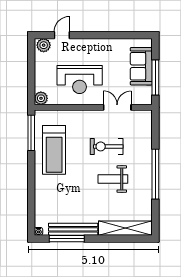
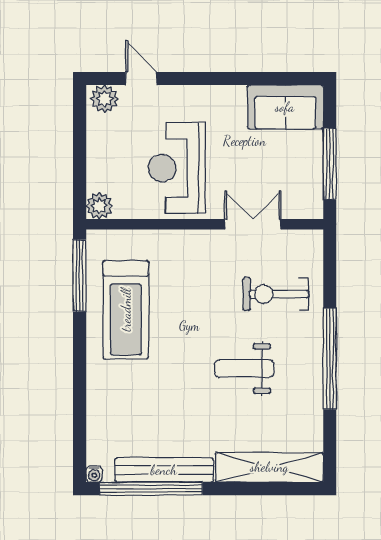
door: (62, 35) -> (141, 78), hinge flipped
sofa: (141, 66) -> (285, 107), moved, turned -90
reception desk: (80, 80) -> (177, 168), turned 90
exercise bike: (107, 146) -> (276, 294), moved
window: (67, 239) -> (151, 489), width x1.46

